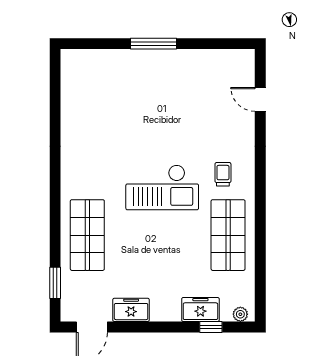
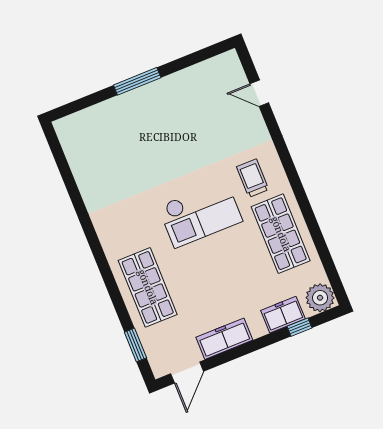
trolley: (223, 174) -> (253, 178), width x1.36, depth x1.39
freezer: (131, 310) -> (224, 339), width x1.40
plant: (240, 314) -> (320, 298), width x1.88, depth x1.88

